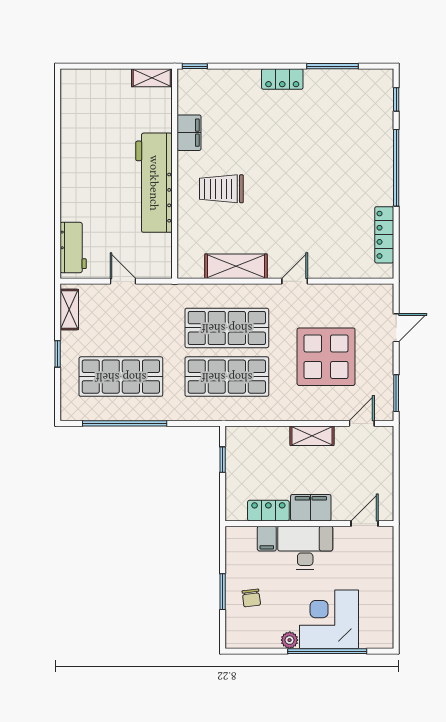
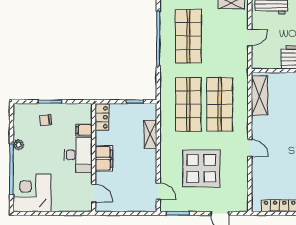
shelving: (236, 266) -> (259, 95), moved
shelving: (312, 436) -> (150, 134), moved
locker: (268, 511) -> (102, 117), moved
corner desk: (329, 619) -> (32, 193), moved, turned -90

